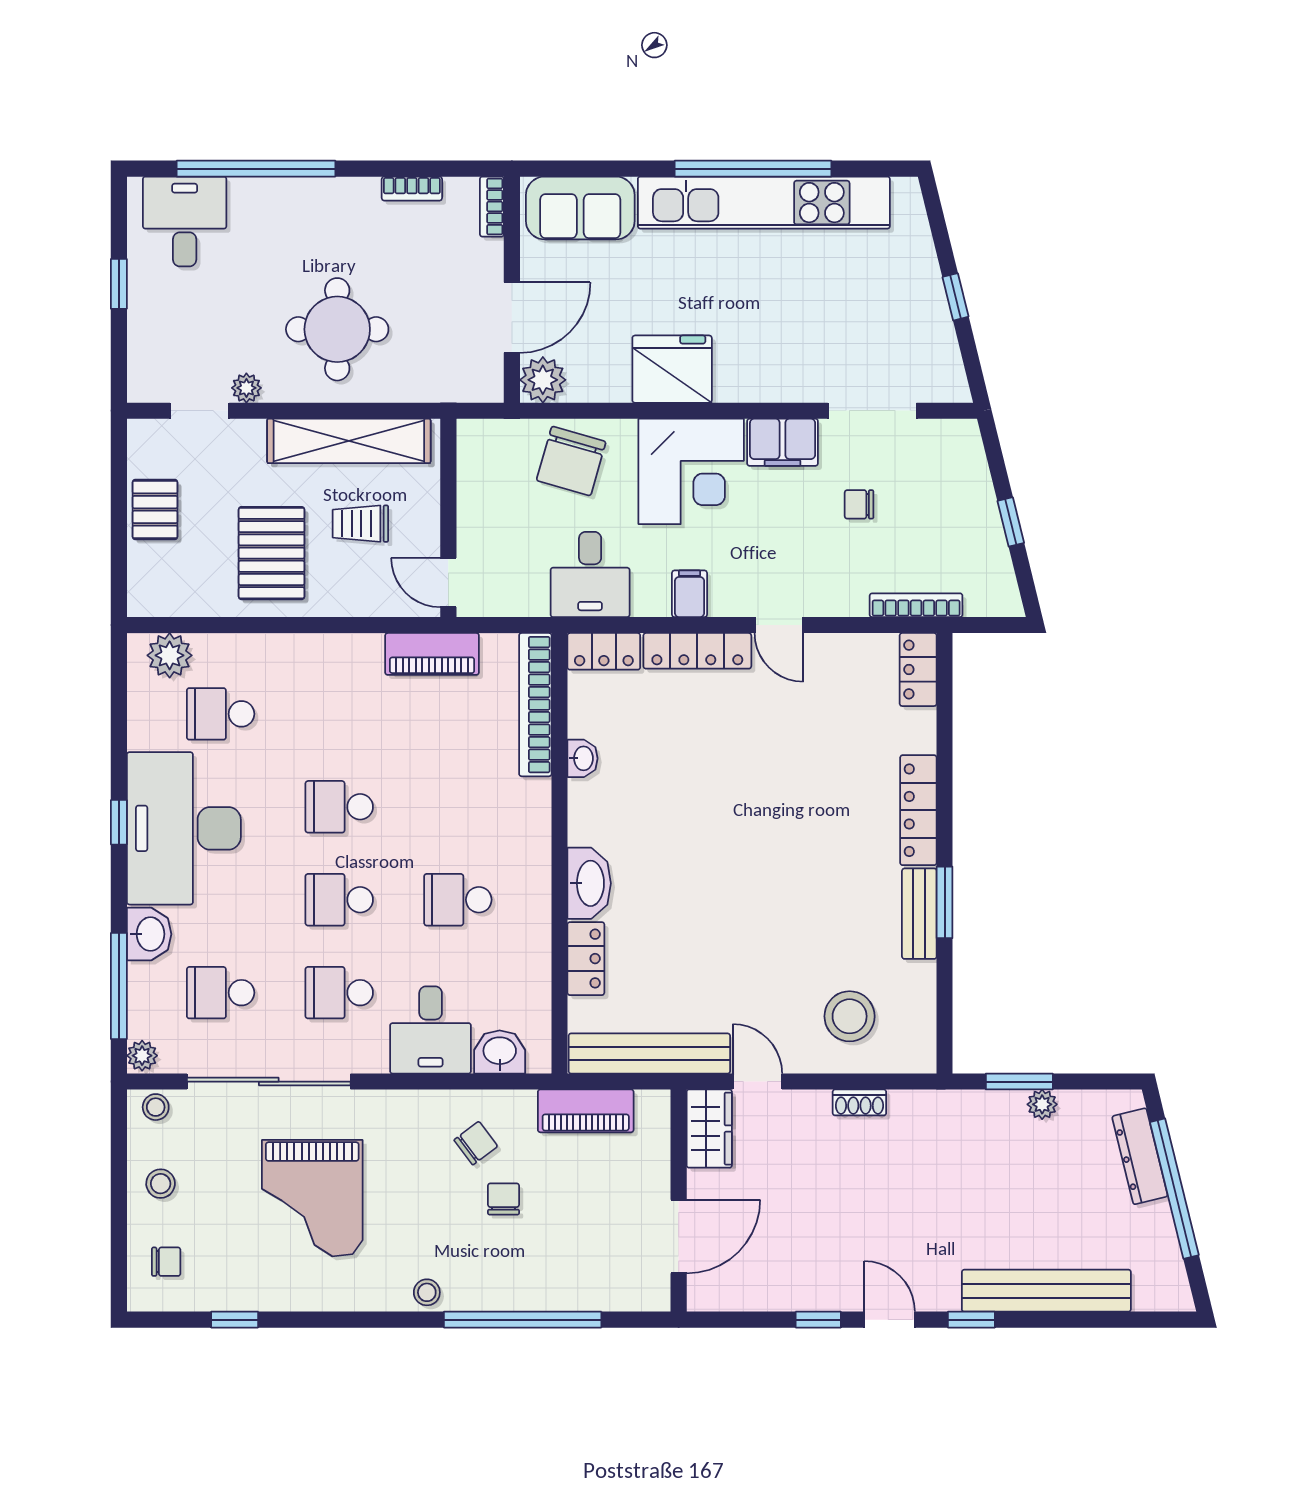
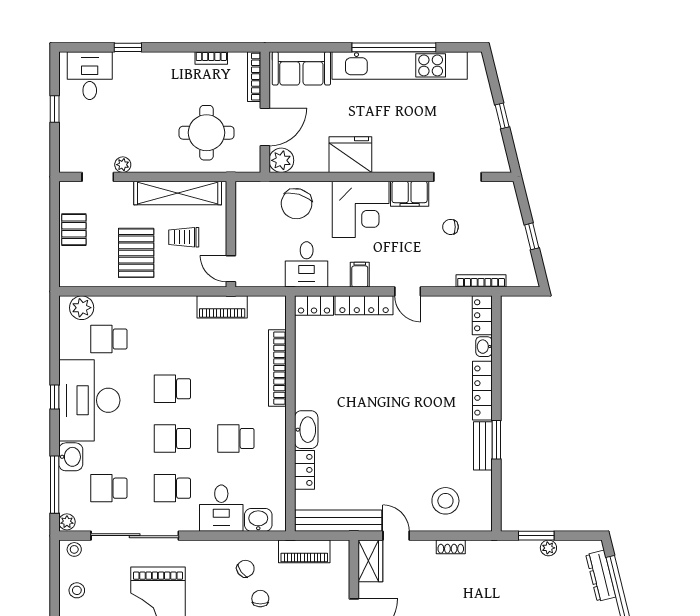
window: (256, 169) -> (128, 47), width x0.32
bookcase: (492, 207) -> (254, 77), width x1.56
round table: (337, 329) -> (207, 133), moved
bookcase: (535, 705) -> (277, 368), moved
washbasin: (583, 758) -> (484, 347), moved, turned 180

